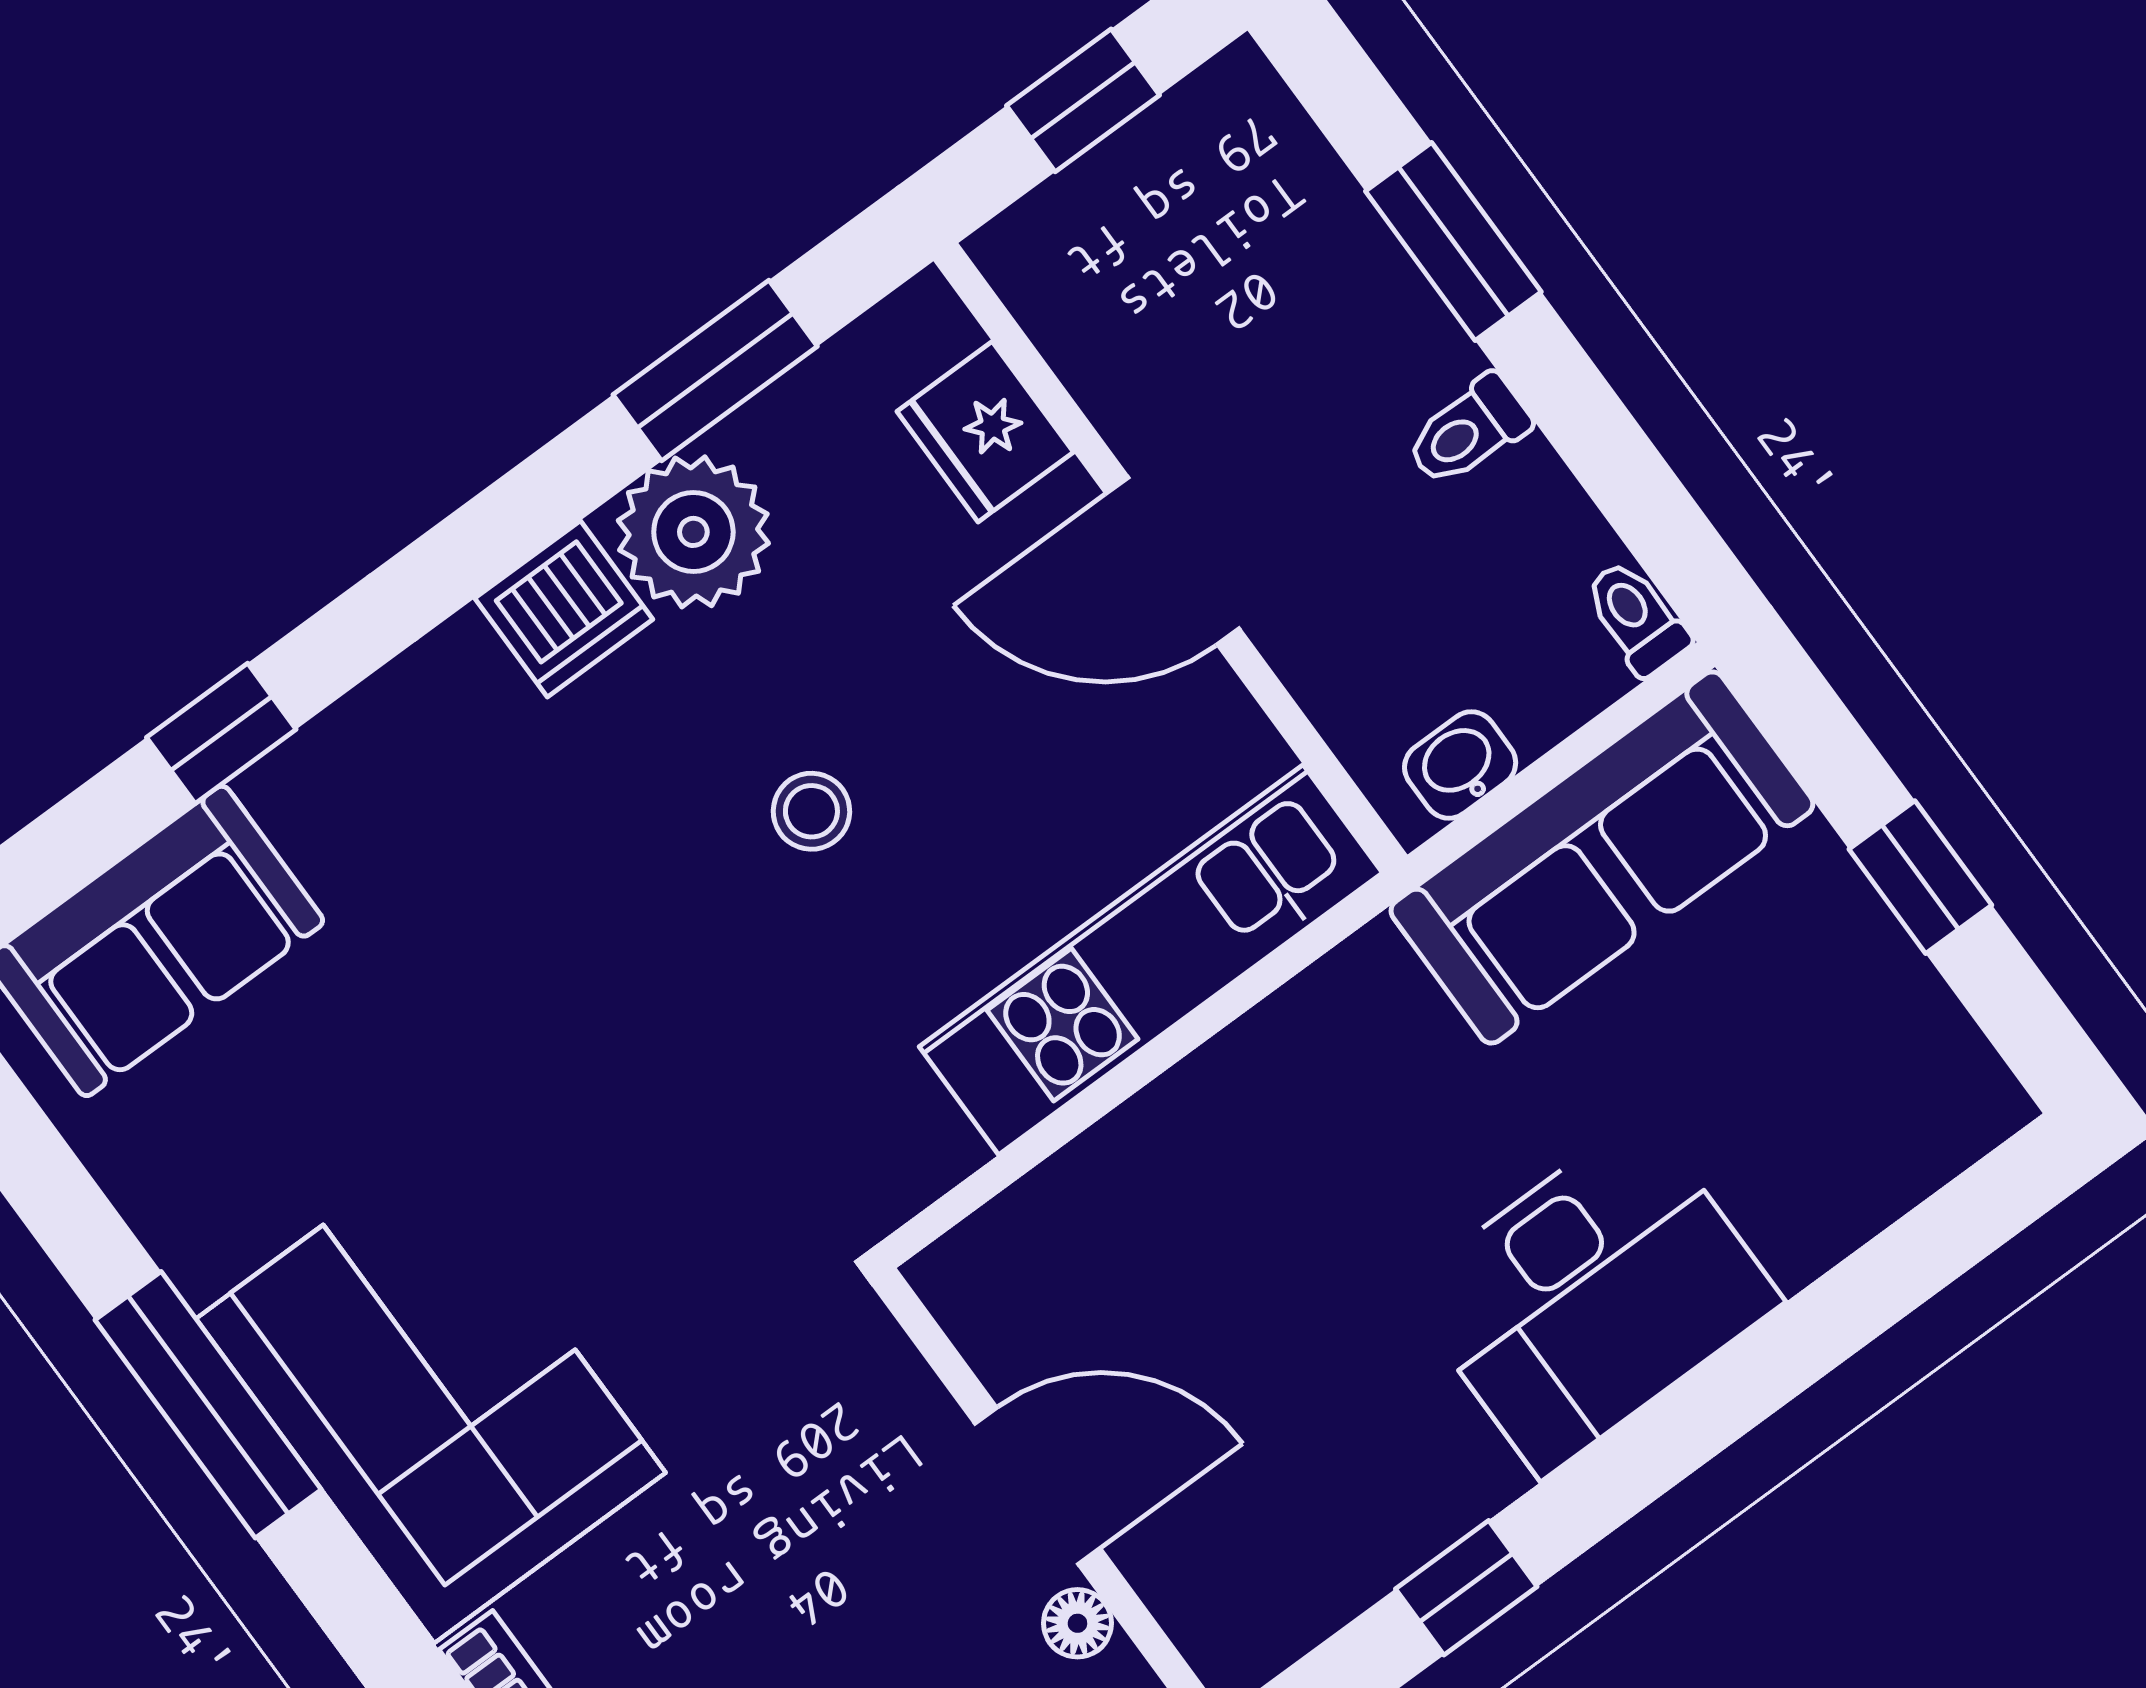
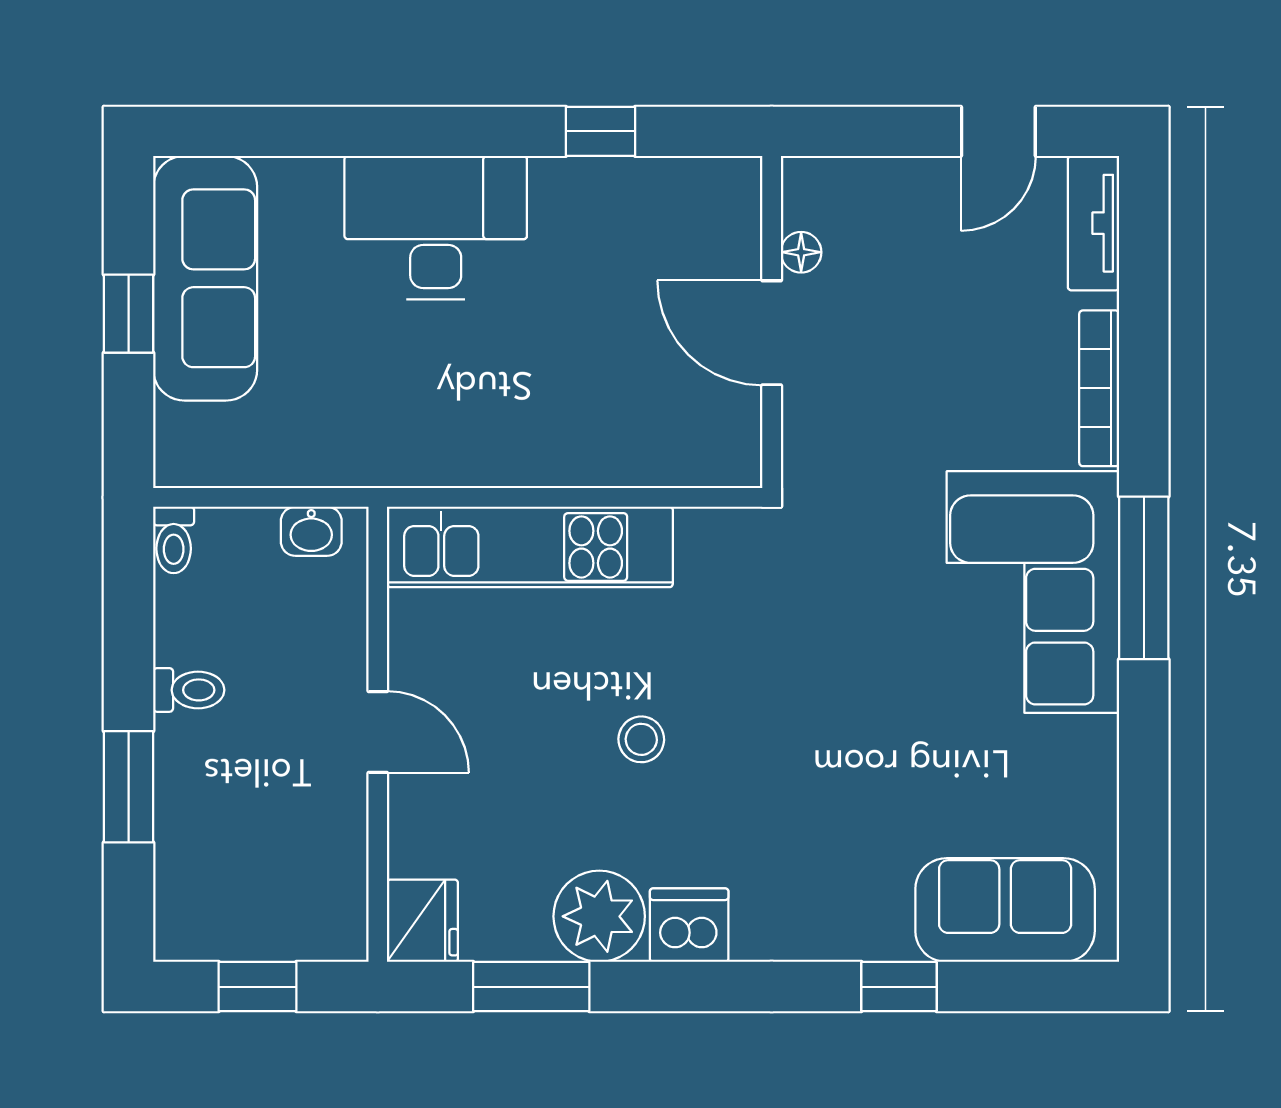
fridge: (985, 432) -> (422, 921), moved
door: (1173, 561) -> (378, 732), width x0.73
sofa: (1602, 857) -> (205, 278), moved, turned 90
window: (208, 1405) -> (1144, 578), moved

